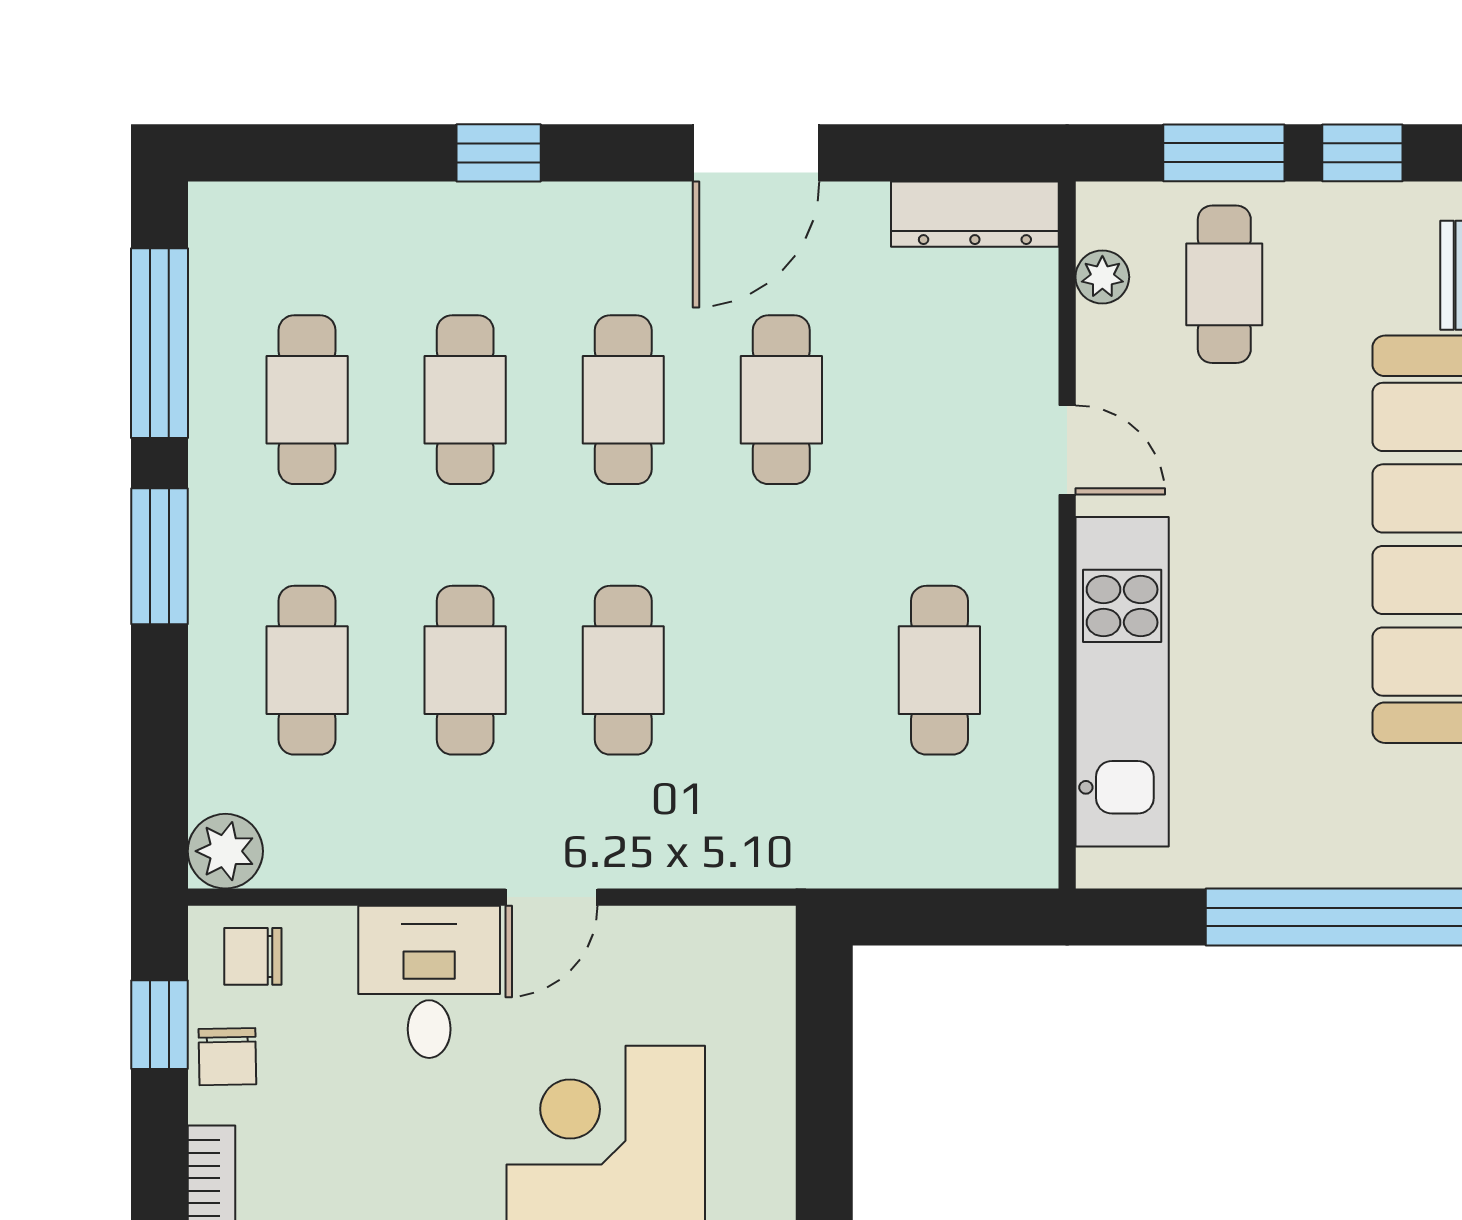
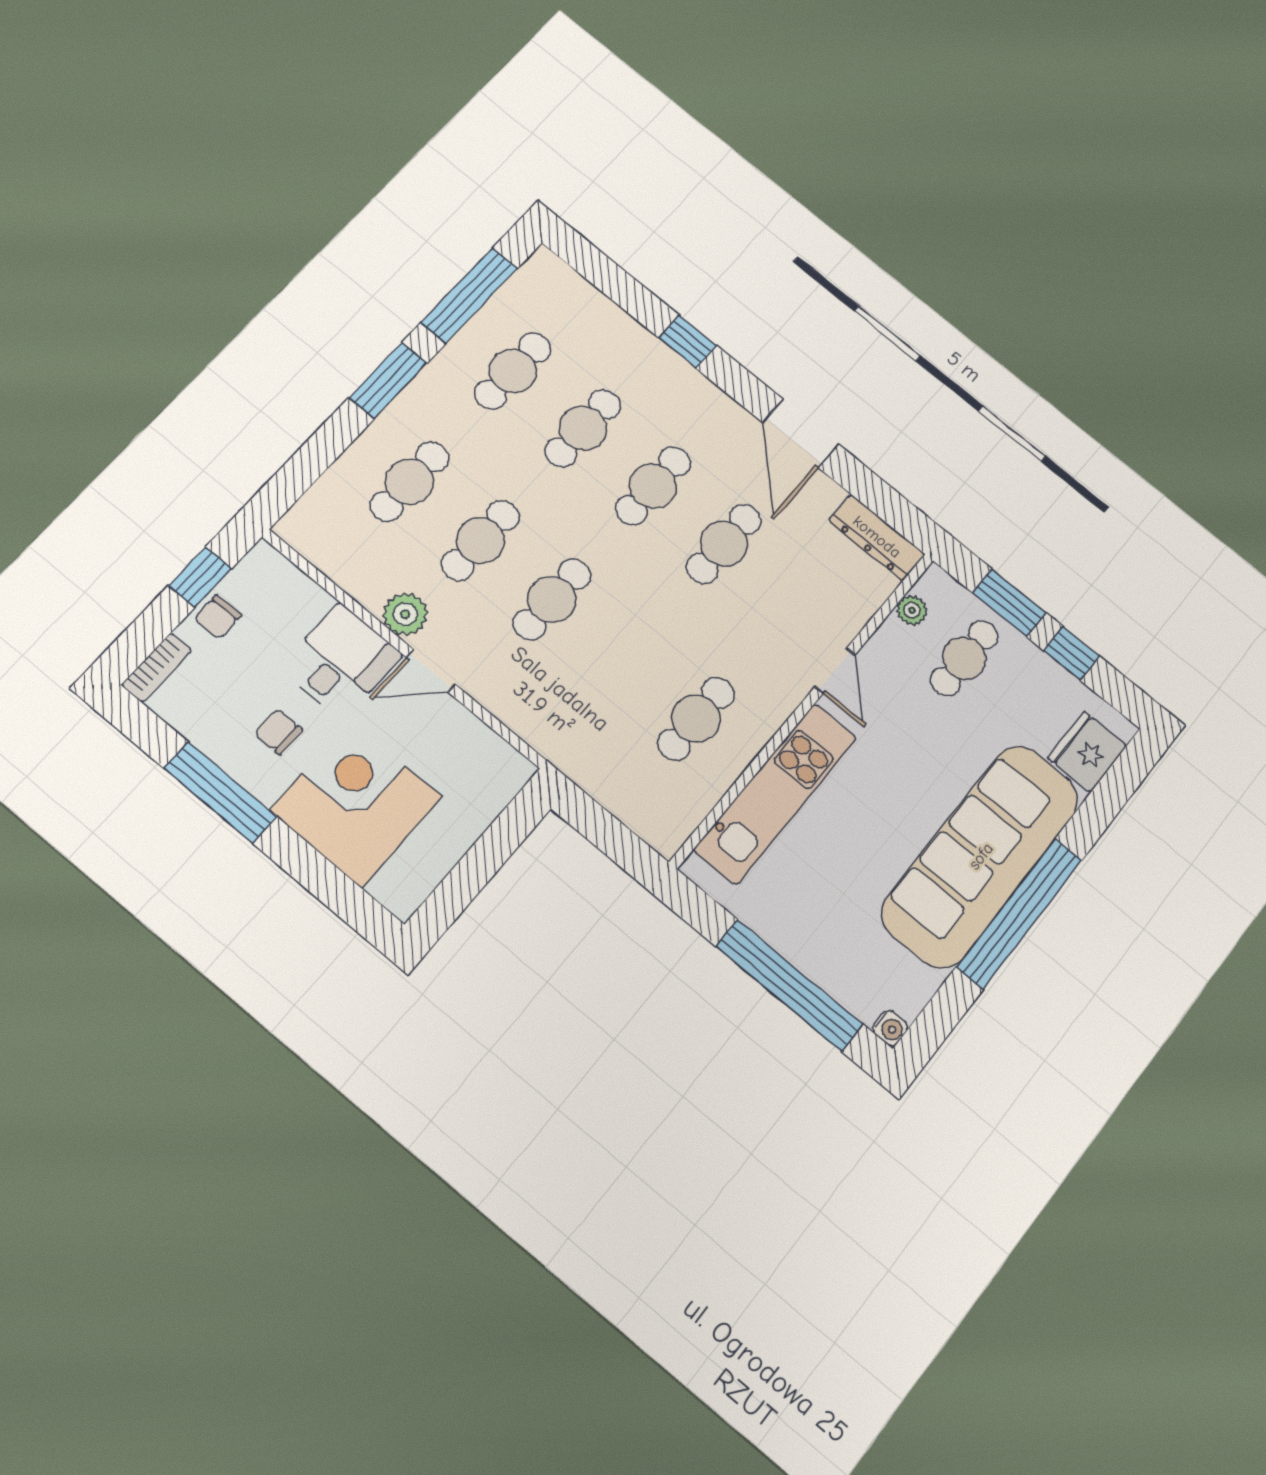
door: (756, 153) -> (801, 433), hinge flipped
plant: (225, 851) -> (405, 614), moved
chair: (253, 956) -> (278, 732), moved

